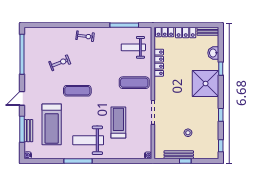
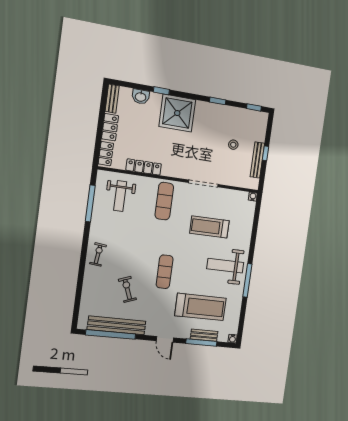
bench: (30, 58) -> (117, 325), added
weight bench: (88, 140) -> (225, 266), turned 90

